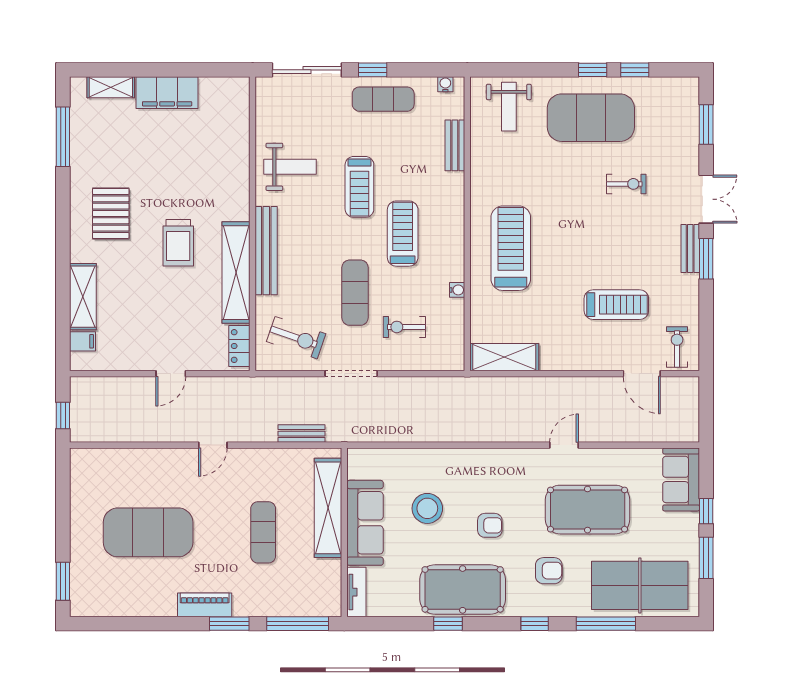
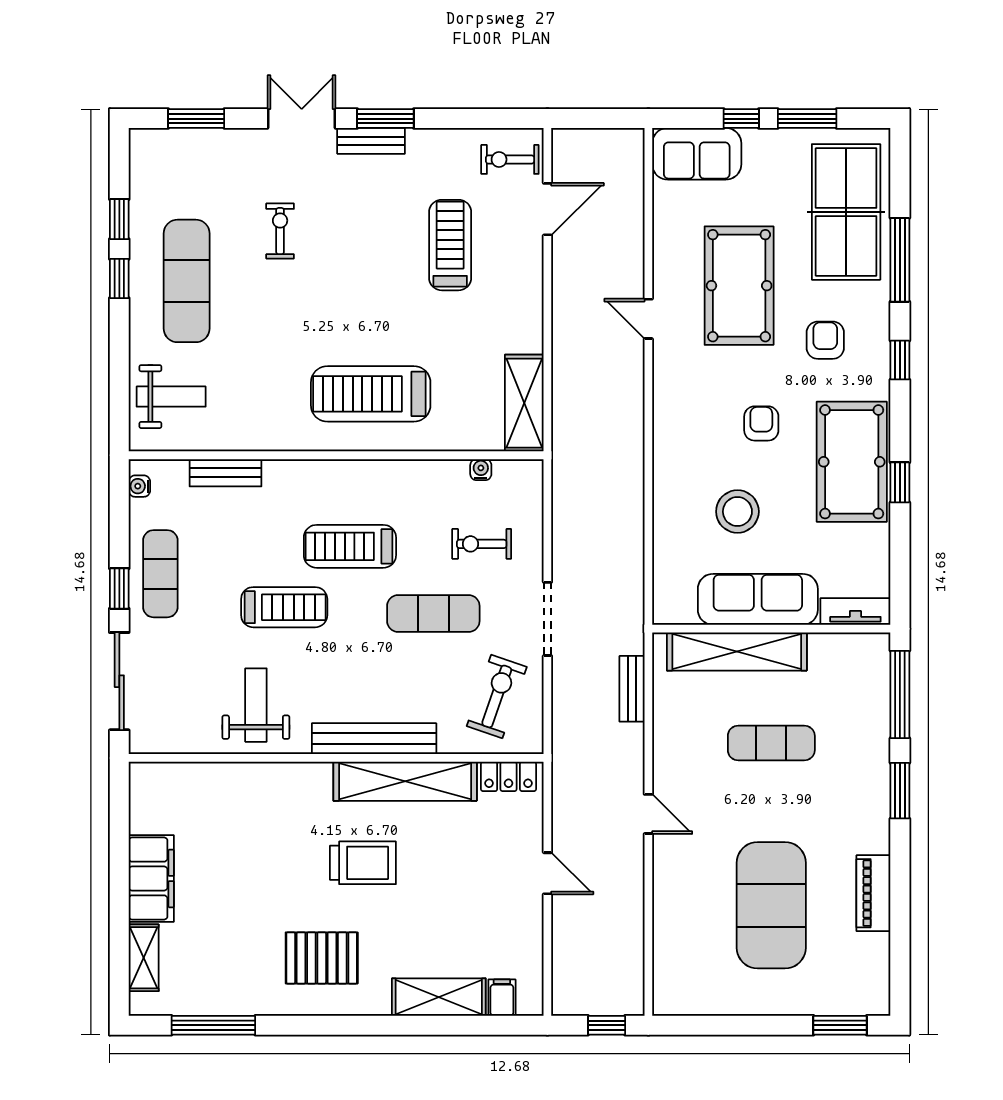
exercise mat: (591, 118) -> (187, 281), width x0.68
water cooler: (457, 290) -> (481, 470), moved
exercise bike: (404, 327) -> (482, 544), turned 90
piano: (205, 605) -> (873, 893), moved

